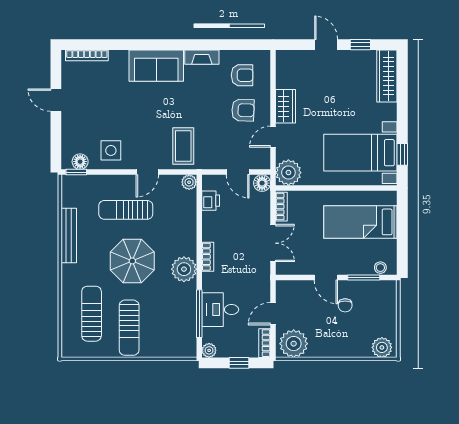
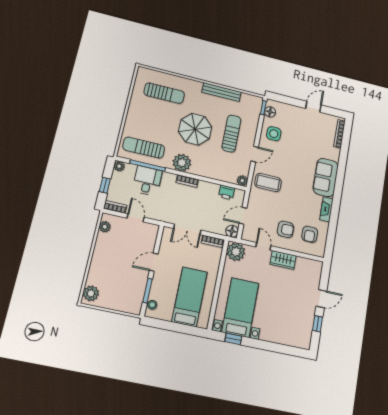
wardrobe: (387, 76) -> (292, 339), removed
armchair: (243, 110) -> (286, 229), turned -92
door: (147, 172) -> (255, 154), swing flipped
chair: (345, 305) -> (130, 272), removed
sun lounger: (129, 328) -> (144, 148), moved
plant: (294, 344) -> (105, 227), width x0.53, depth x0.53

